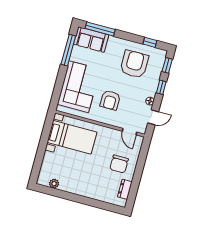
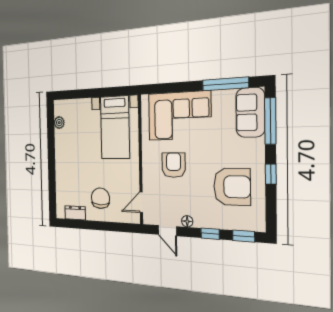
window: (150, 42) -> (271, 174), moved
armchair: (110, 100) -> (174, 165), turned 90
chair: (119, 164) -> (100, 198), turned 90

